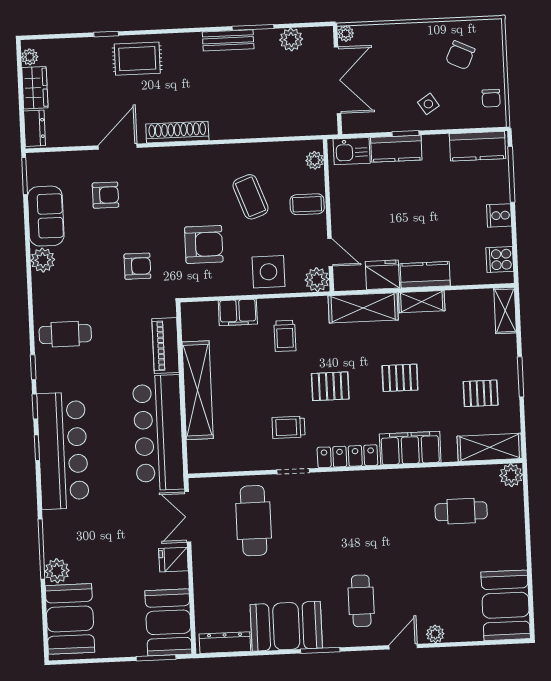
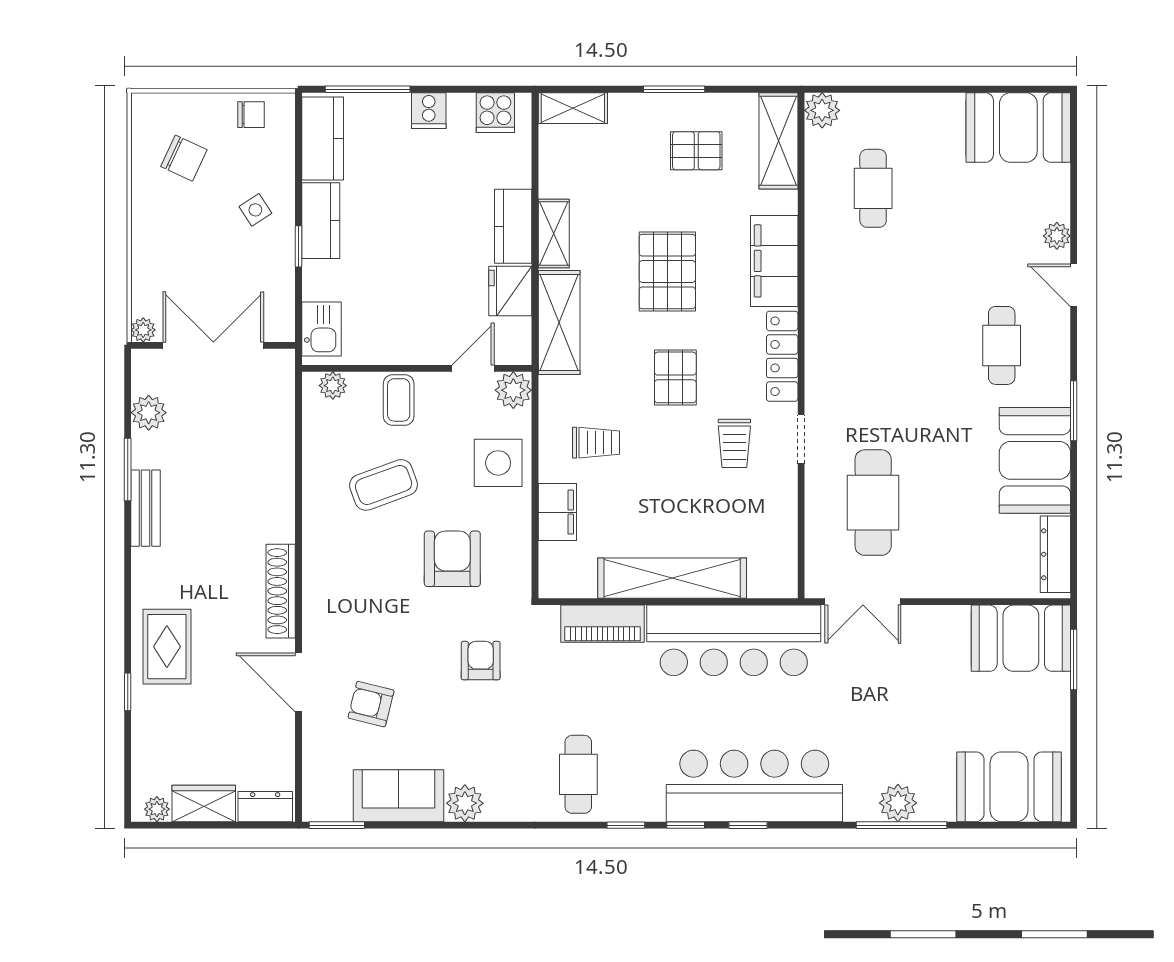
kitchen counter: (396, 149) -> (321, 221), moved
armchair: (105, 195) -> (371, 704), turned -76
pallet: (400, 378) -> (667, 272), width x1.50, depth x1.42
pallet: (481, 393) -> (696, 151), turned 90
cafe table: (254, 521) -> (873, 503), turned 90
fridge: (173, 560) -> (927, 626), removed
plant: (57, 571) -> (898, 803), moved
cafe table: (361, 601) -> (1002, 345), turned 90

